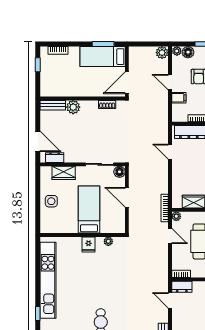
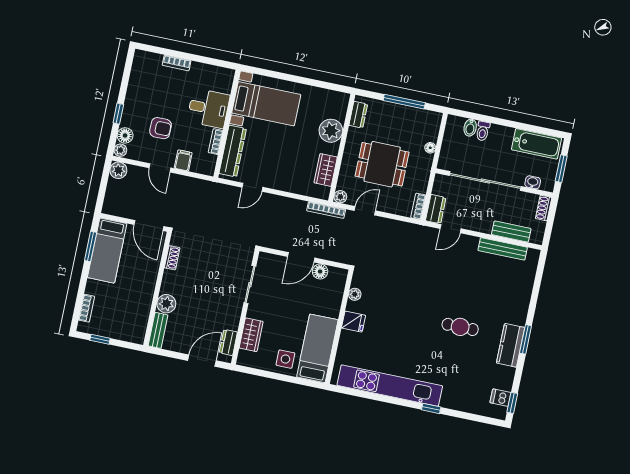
door: (170, 82) -> (160, 168), hinge flipped
floor lamp: (119, 172) -> (320, 272), moved
bed: (89, 210) -> (317, 348), moved, turned 90

